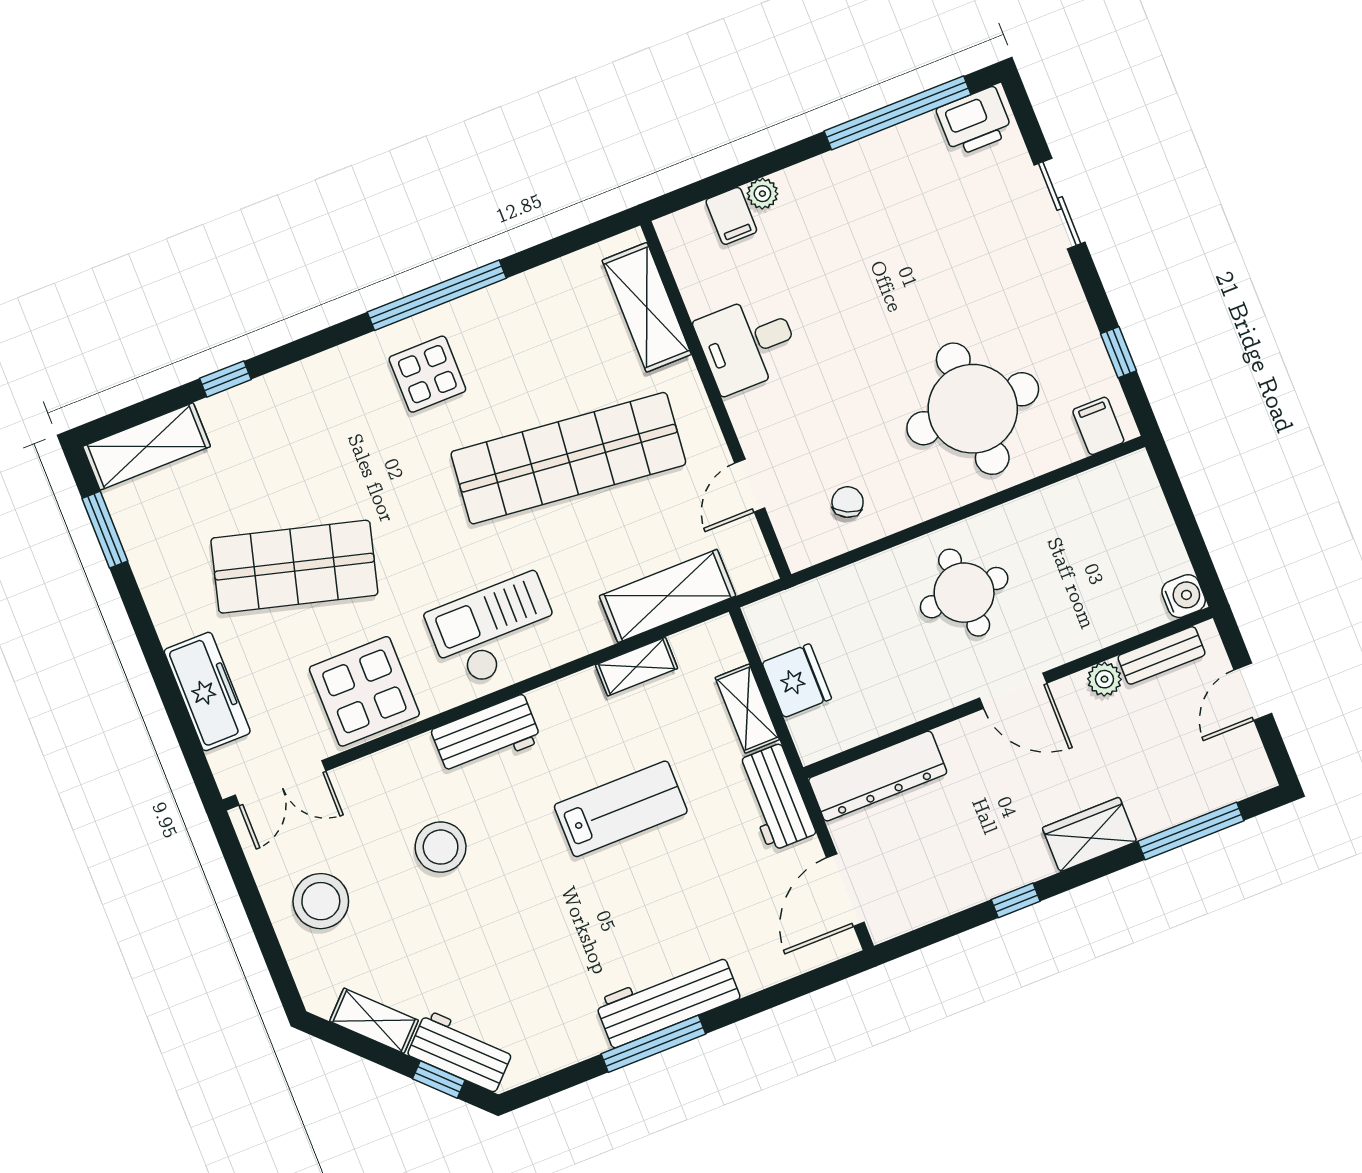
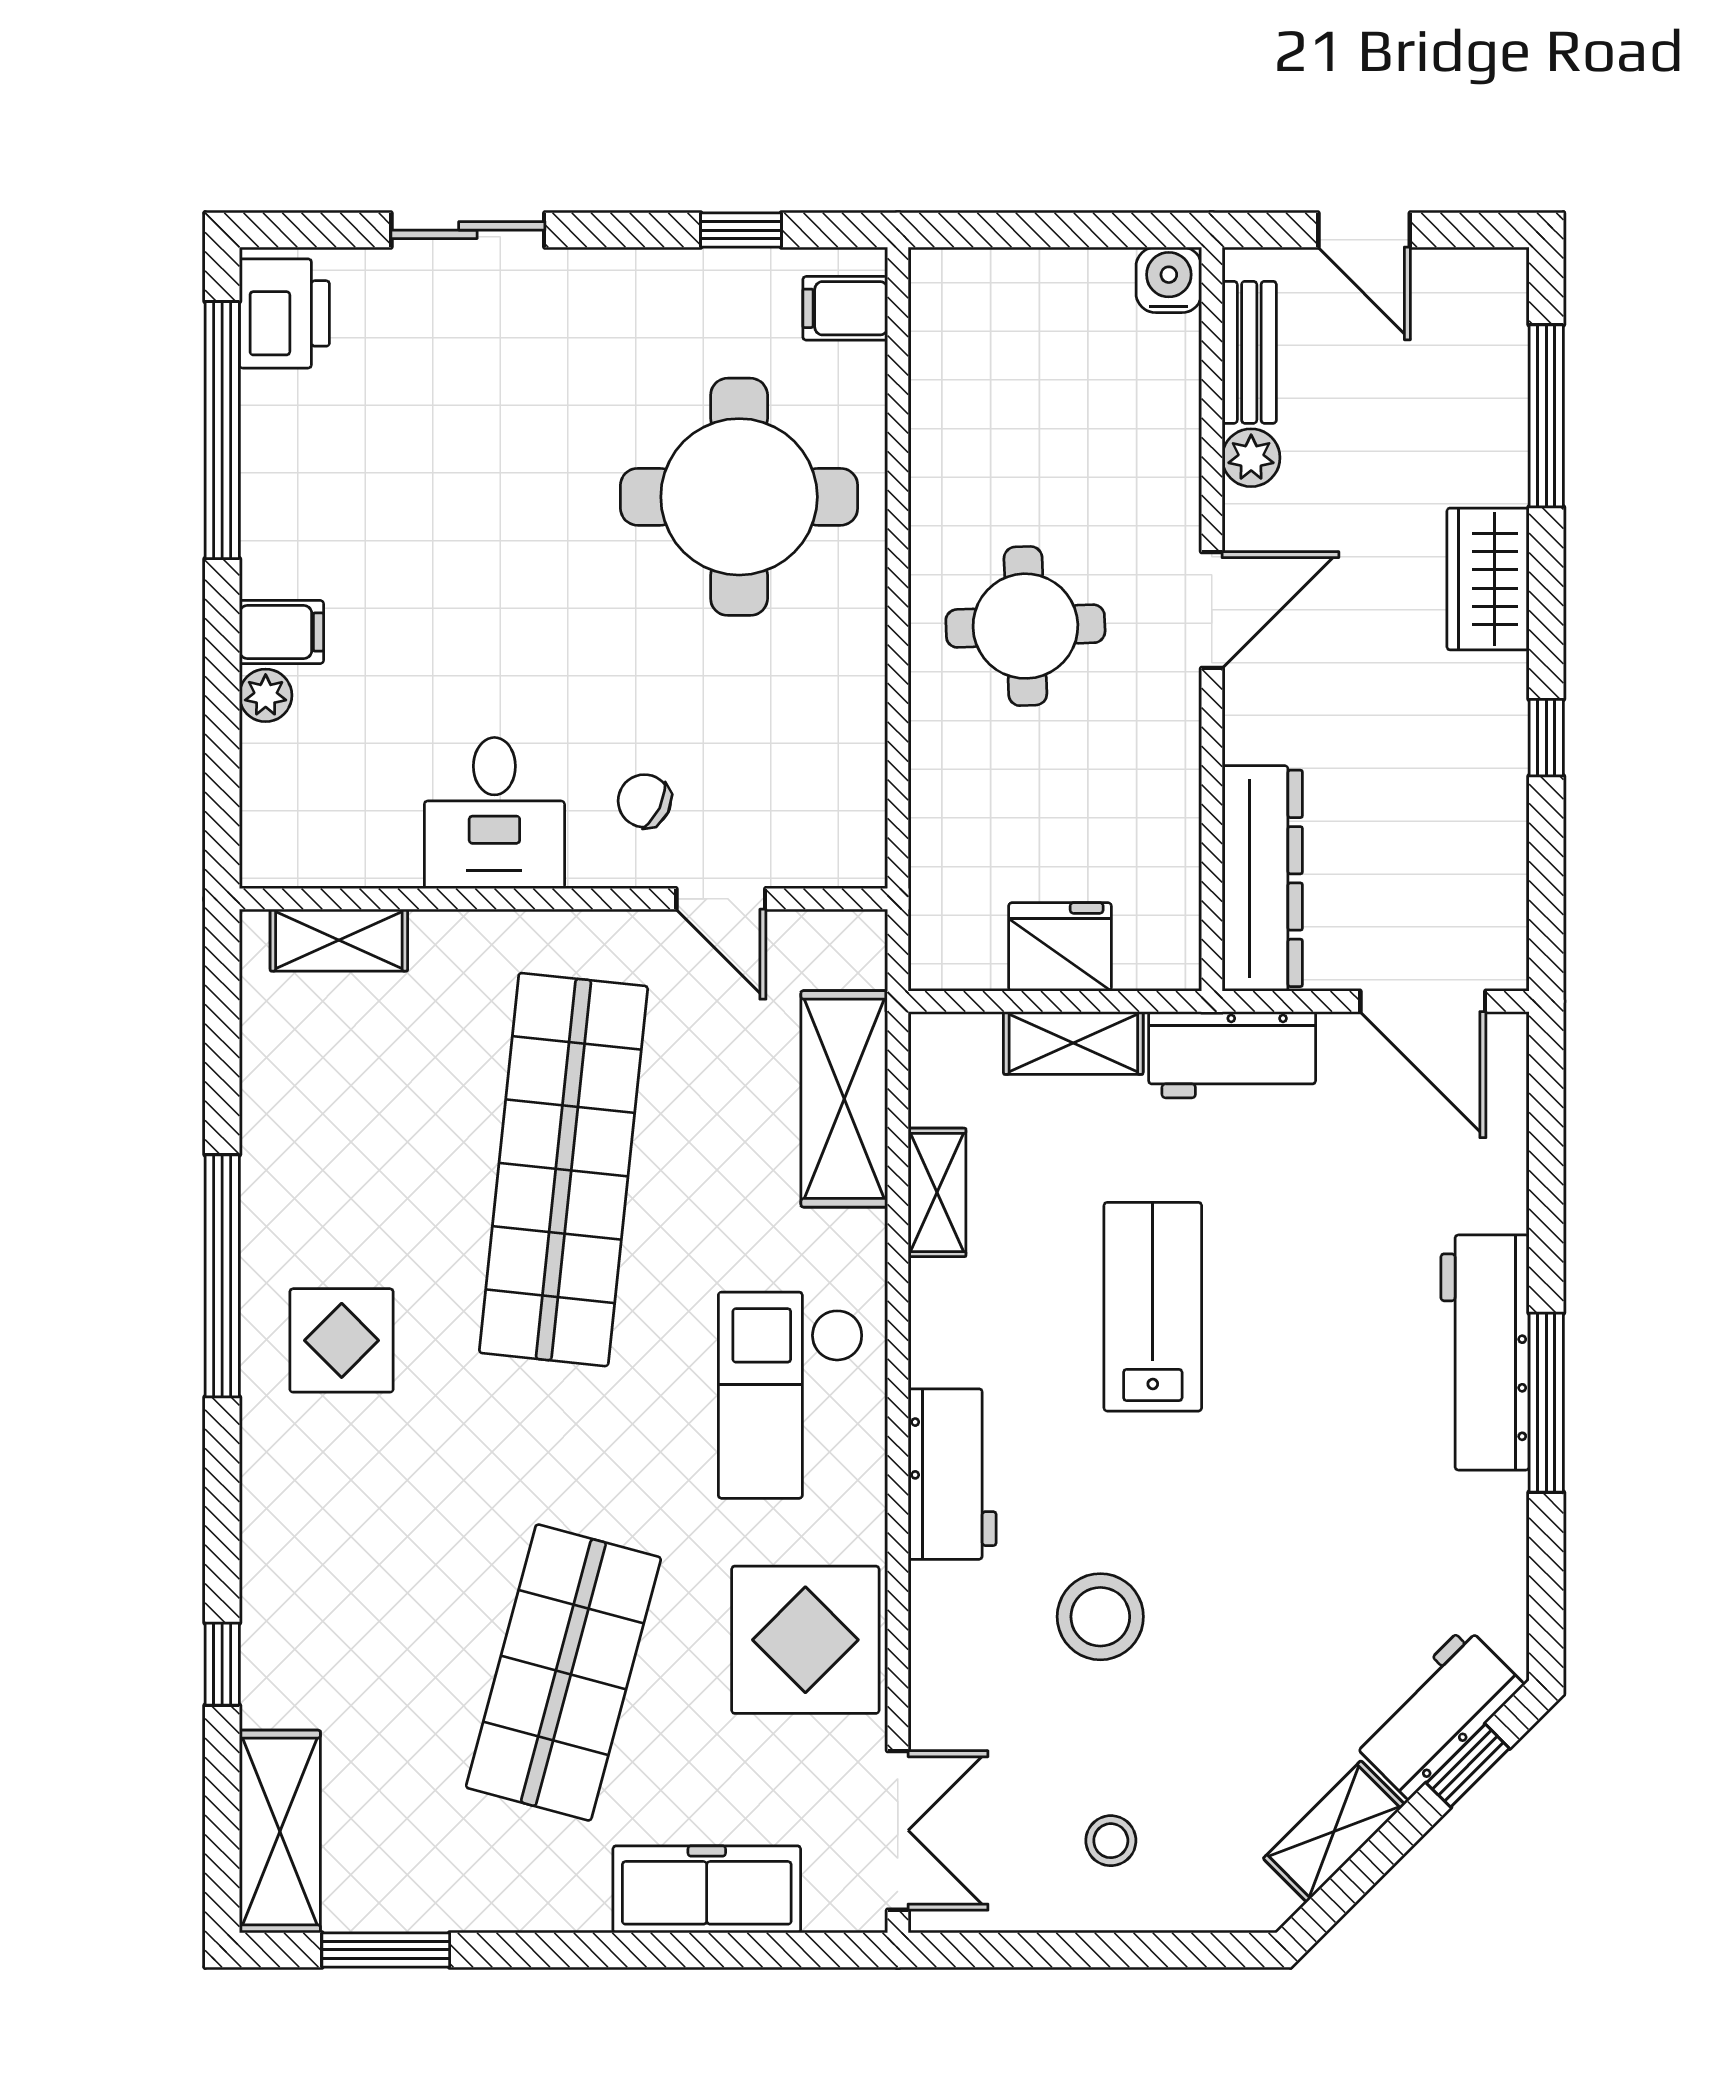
filing cabinet: (731, 216) -> (281, 632), moved
shelving: (647, 307) -> (339, 940), width x0.67, depth x0.75
chair: (848, 502) -> (644, 801), moved
stool: (321, 901) -> (1111, 1841), width x0.53, depth x0.53

